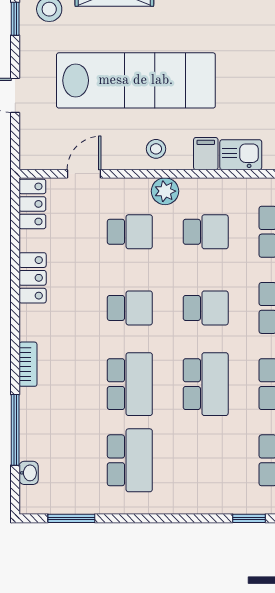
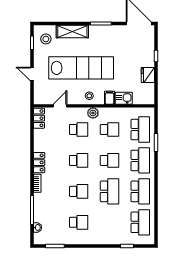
locker: (33, 278) -> (39, 163), moved
school desk: (130, 384) -> (79, 191), width x0.54
school desk: (130, 460) -> (79, 222), width x0.54

